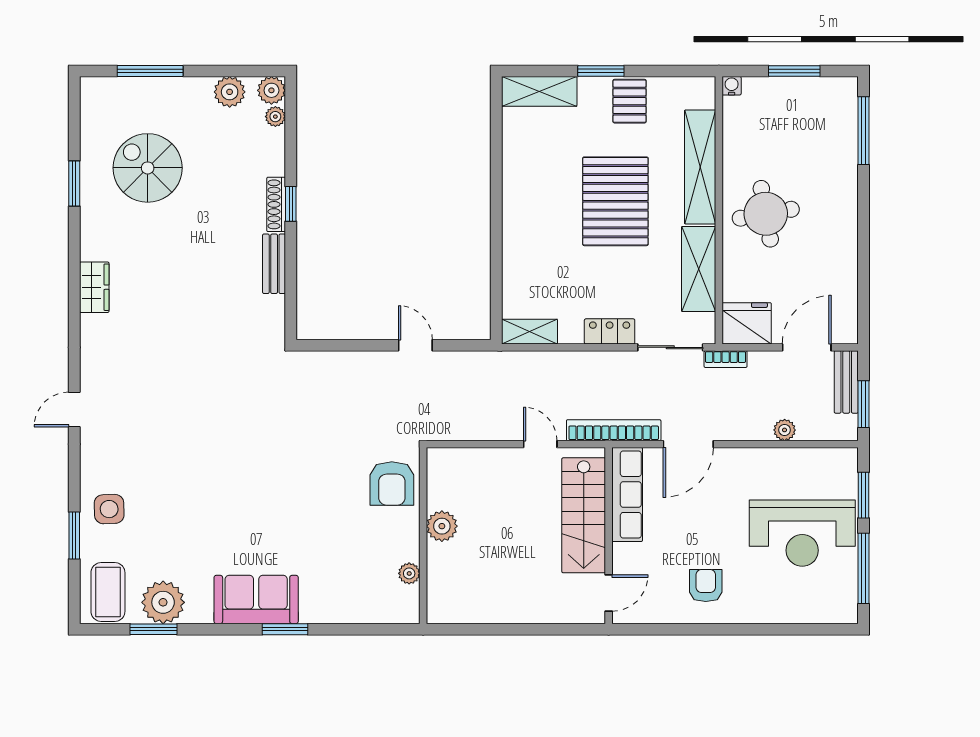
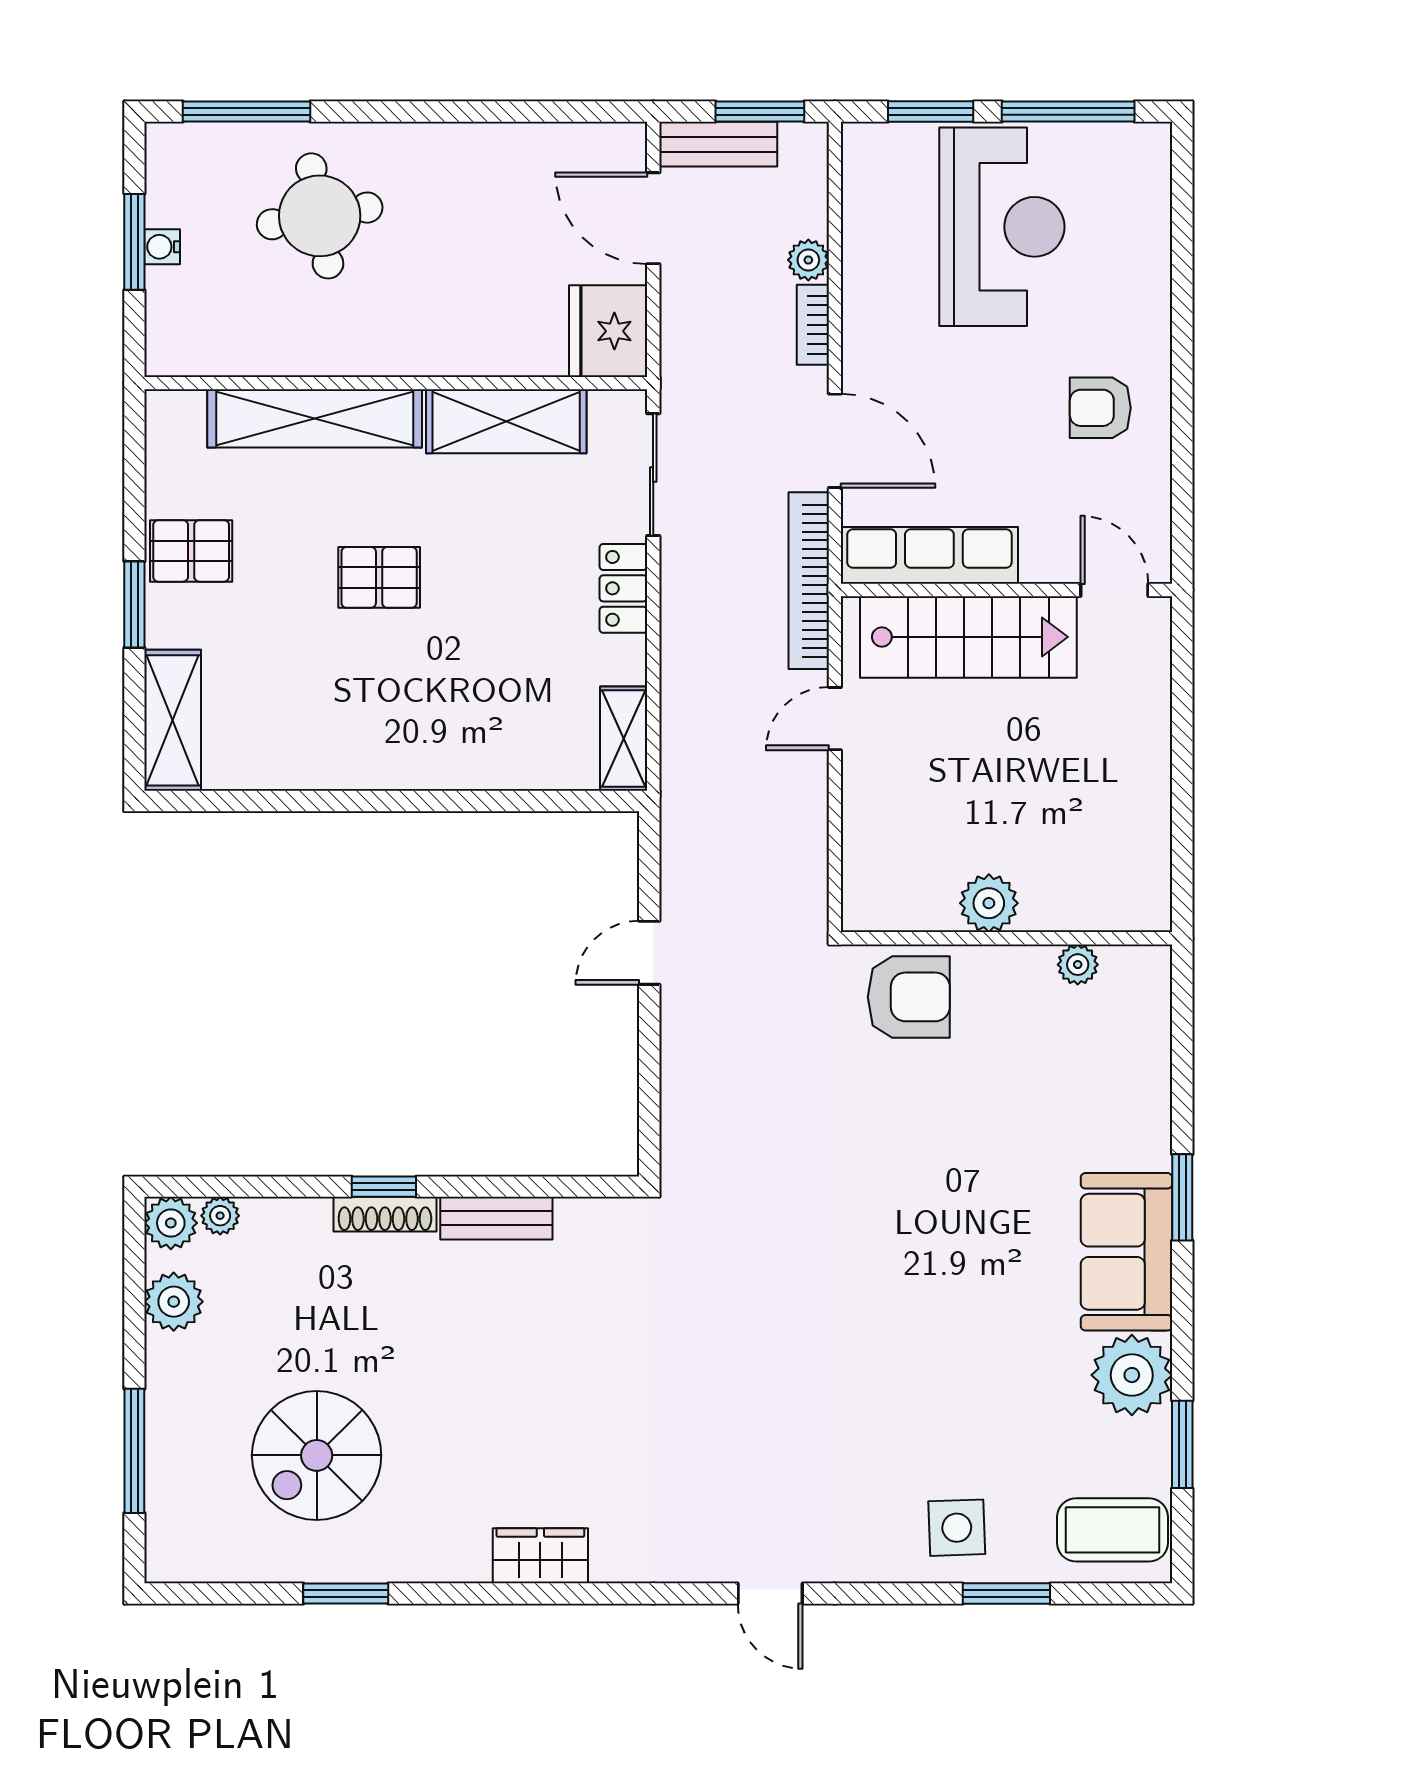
water cooler: (732, 86) -> (162, 247), moved
pallet: (615, 201) -> (379, 577), width x0.49, depth x0.50
round table: (766, 214) -> (320, 216), moved
bookcase: (726, 359) -> (813, 325), moved, turned 180
plant: (163, 602) -> (1132, 1375), moved

